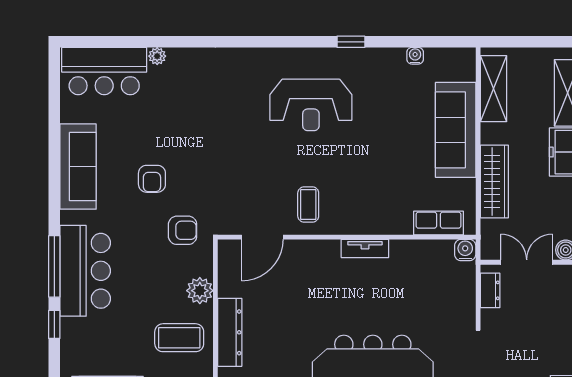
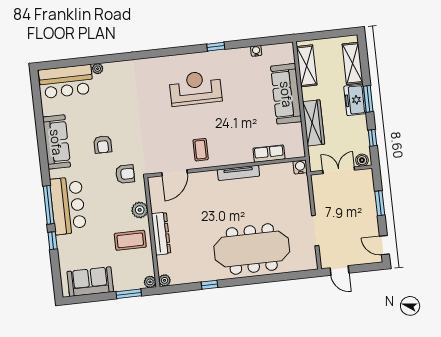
reception desk: (311, 105) -> (195, 88), turned 180
row of seats: (438, 223) -> (269, 154), moved
tv unit: (365, 248) -> (238, 173), width x1.41
dresser: (490, 290) -> (318, 190), removed

